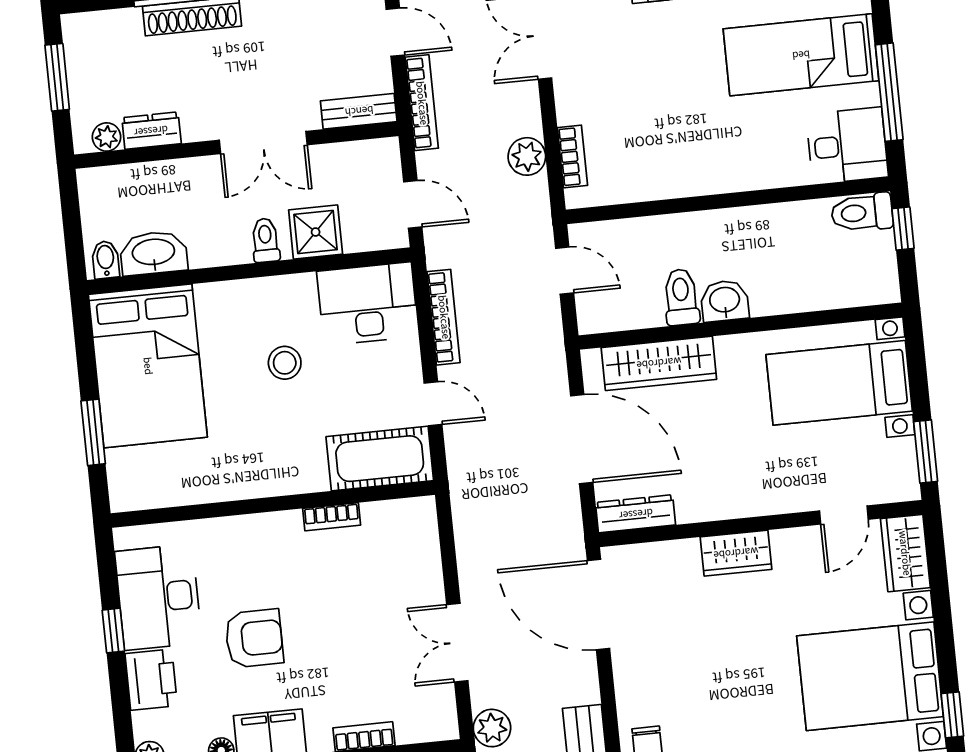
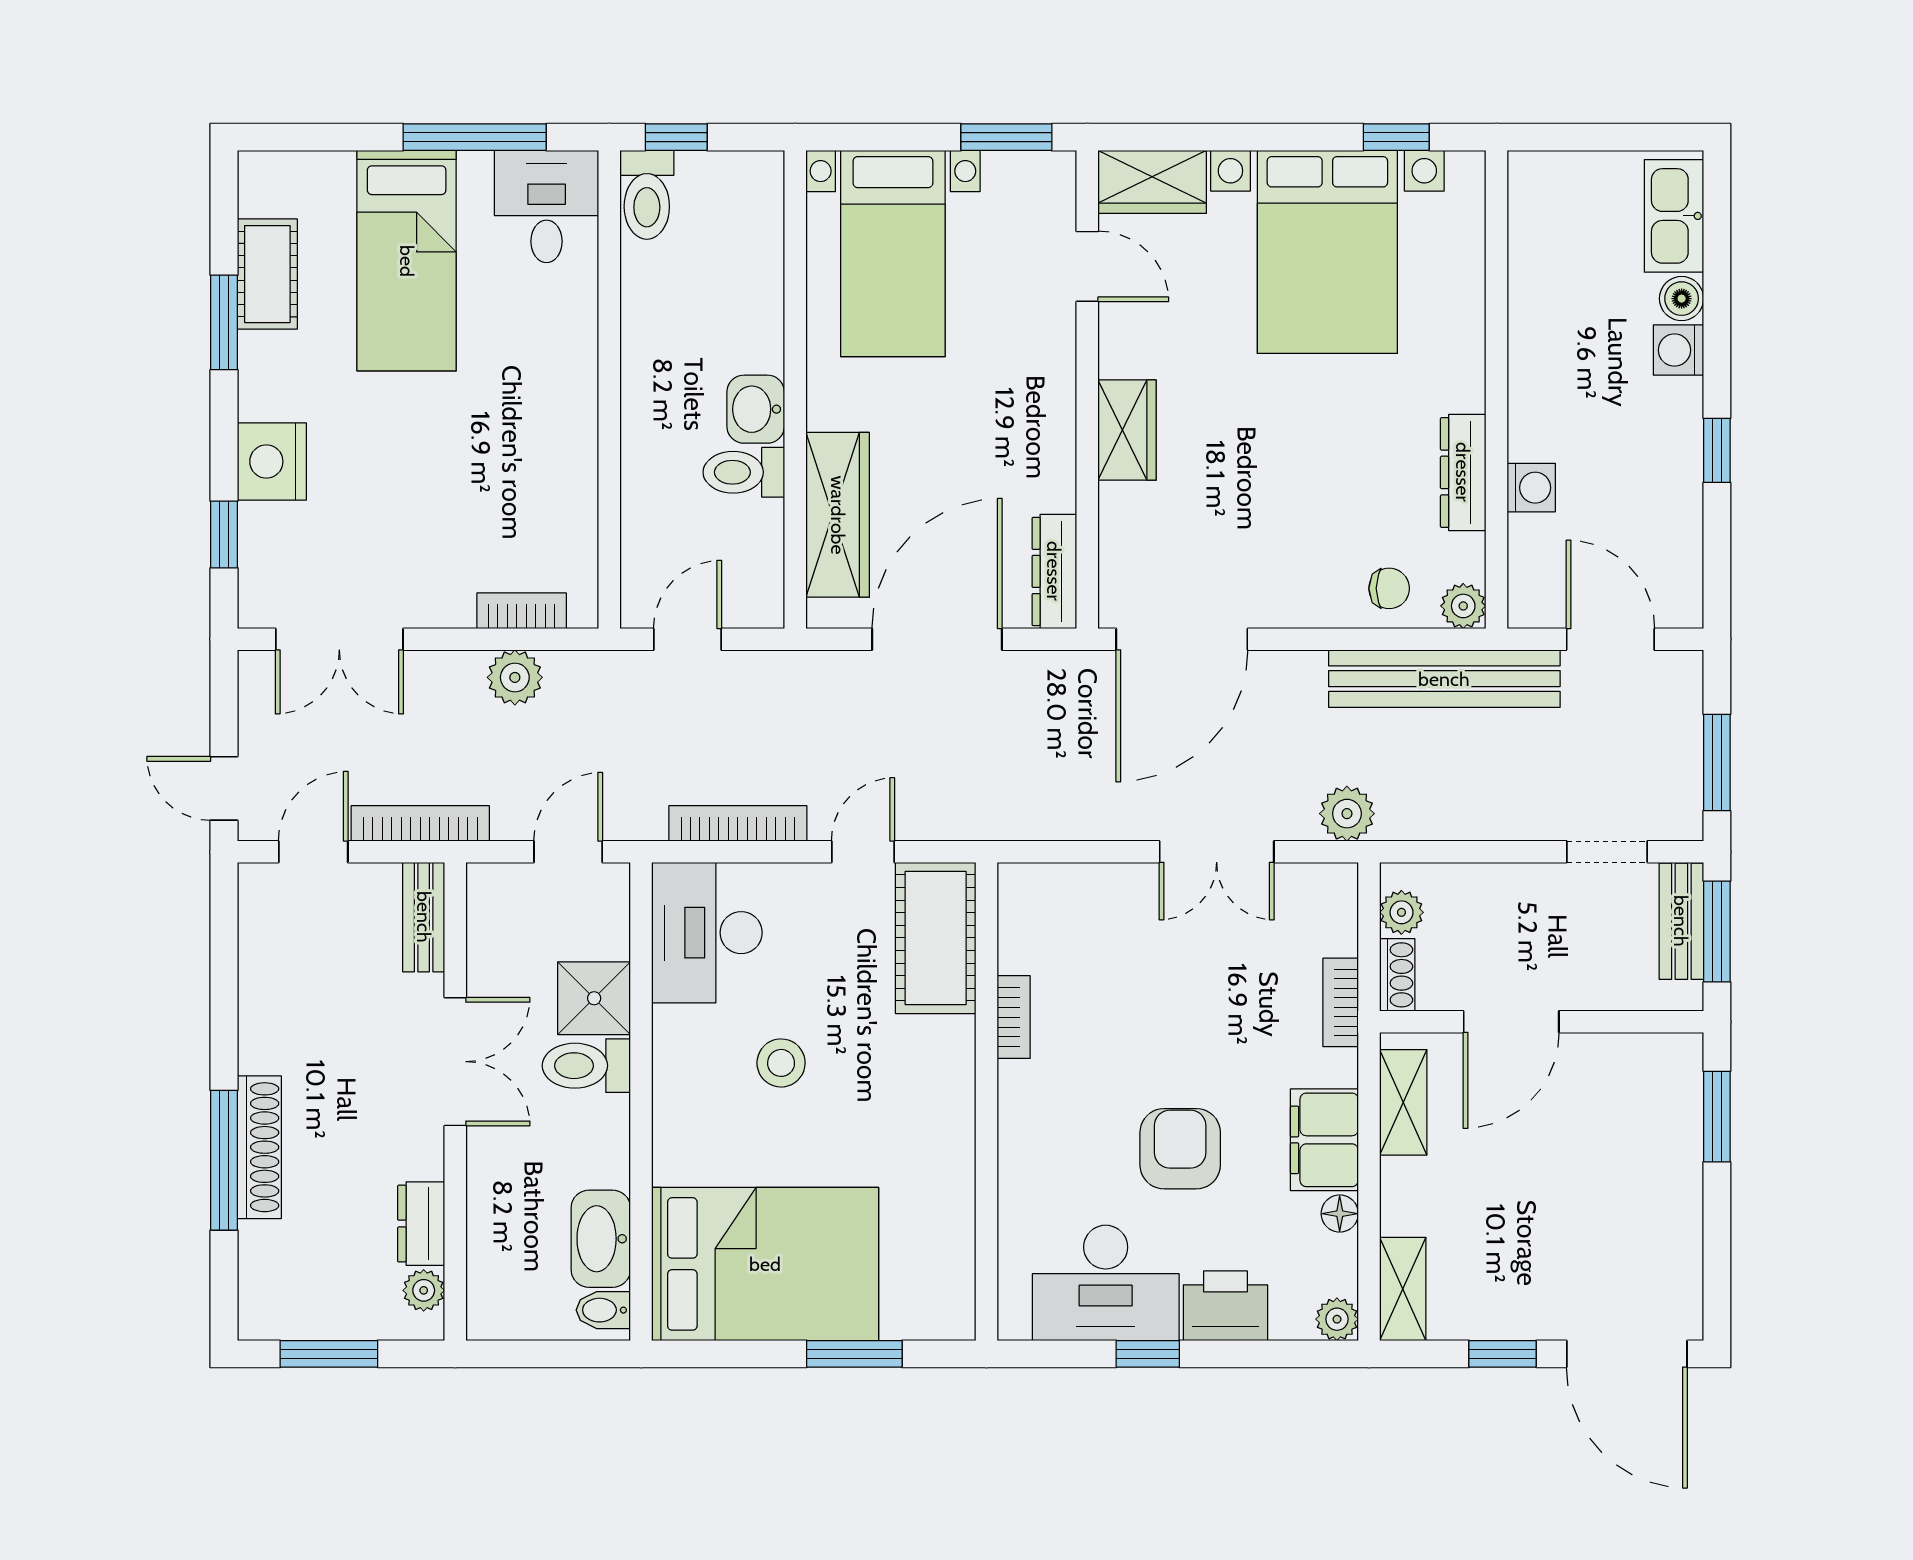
toilet: (265, 240) -> (586, 1066), width x1.37, depth x1.39

